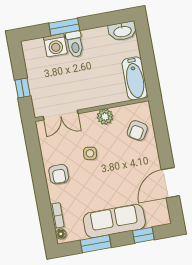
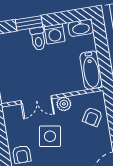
washing machine: (55, 45) -> (55, 34), moved
double door: (61, 115) -> (36, 100), moved
side table: (90, 153) -> (50, 136), width x1.87, depth x1.87

